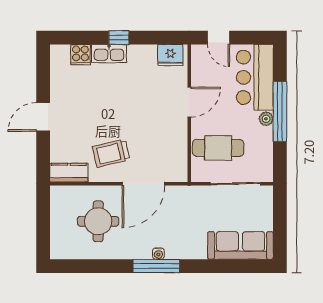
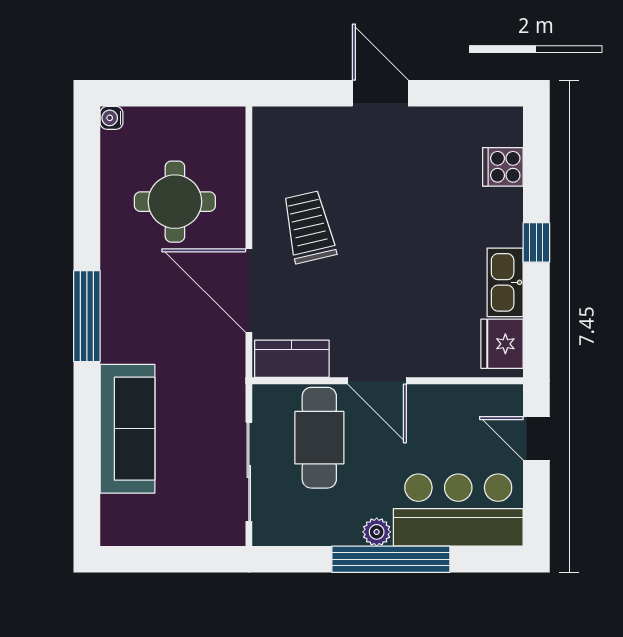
door: (219, 38) -> (536, 438), hinge flipped
kitchen sink: (109, 54) -> (505, 282), moved
door: (189, 102) -> (377, 381), moved
kitchen counter: (69, 173) -> (292, 359), moved, turned -90
sofa: (240, 245) -> (127, 429), moved
water cooler: (158, 254) -> (112, 118), moved

